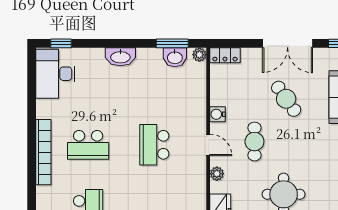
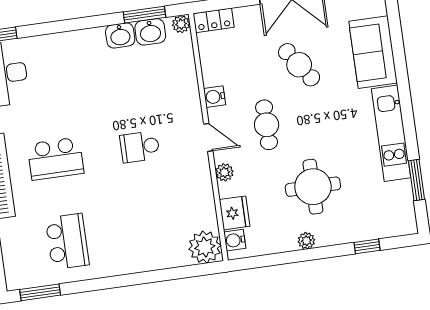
washbasin: (120, 57) -> (120, 35), moved, width x0.72
school desk: (154, 145) -> (140, 147), width x0.54

